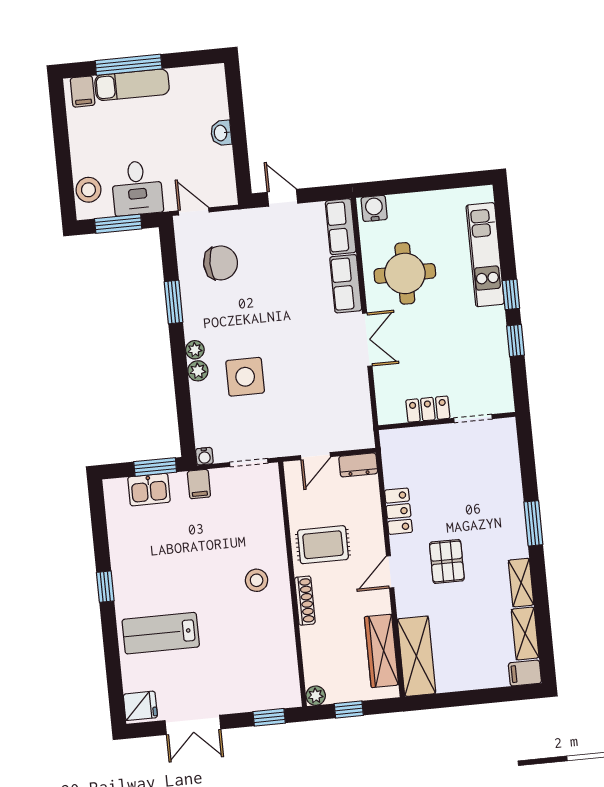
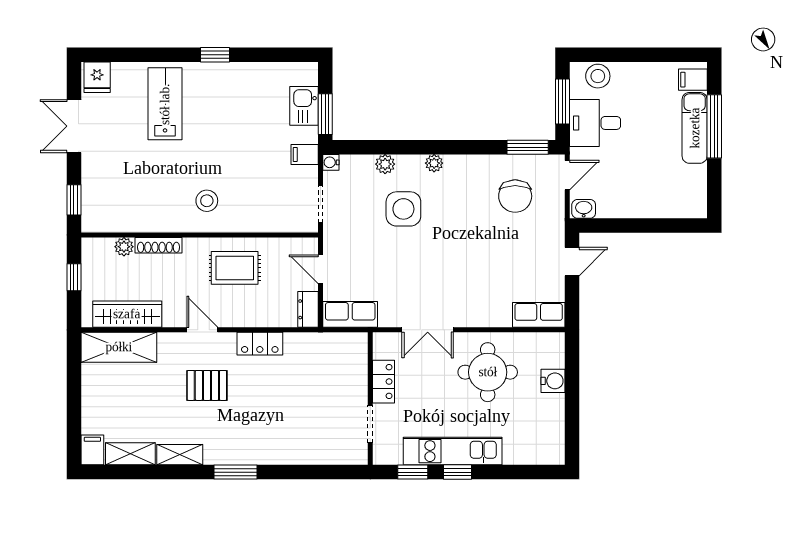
washbasin: (221, 133) -> (584, 209), moved
water cooler: (374, 208) -> (553, 381), moved
kitchen unit: (485, 255) -> (453, 451), moved
row of seats: (346, 284) -> (350, 314), moved
window: (174, 302) -> (528, 147), moved
plant: (198, 371) -> (385, 164), moved
locker: (428, 409) -> (384, 382), moved
doorway: (473, 418) -> (370, 424), moved
wall: (447, 421) -> (370, 399), moved
rug: (323, 545) -> (235, 268), turned 90
shoe rack: (305, 601) -> (159, 245), moved
plant: (316, 696) -> (124, 247), moved

